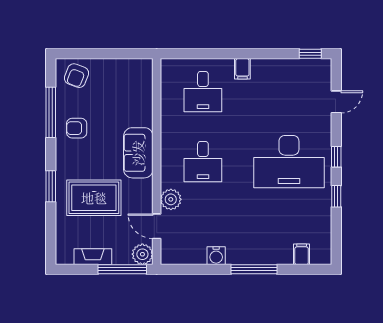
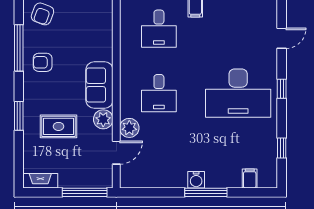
window: (336, 196) -> (282, 148), moved
rug: (94, 198) -> (58, 126), width x0.73, depth x0.70
door: (157, 226) -> (116, 153), swing flipped
plant: (142, 254) -> (103, 119), moved
water cooler: (216, 256) -> (196, 180), moved
fireplace: (93, 257) -> (40, 181), moved

